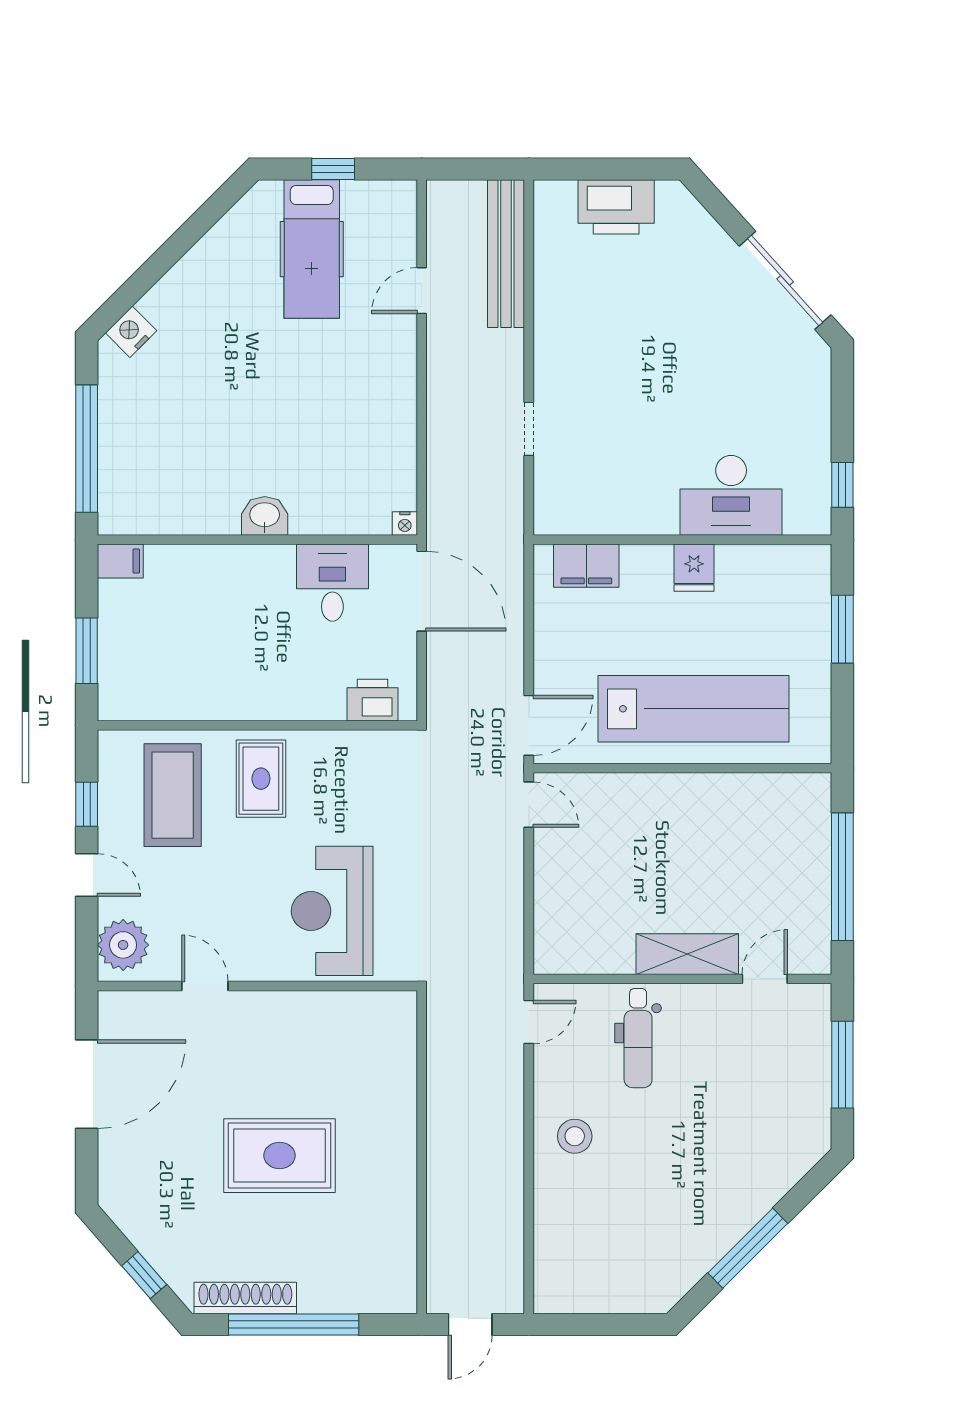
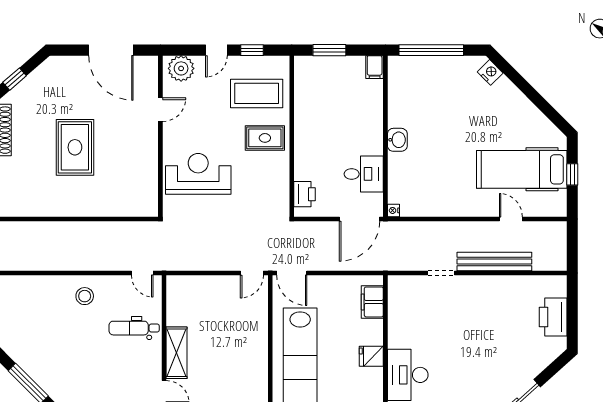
hospital bed: (312, 249) -> (522, 169), width x1.37, depth x1.29
bench: (506, 254) -> (494, 262), moved

